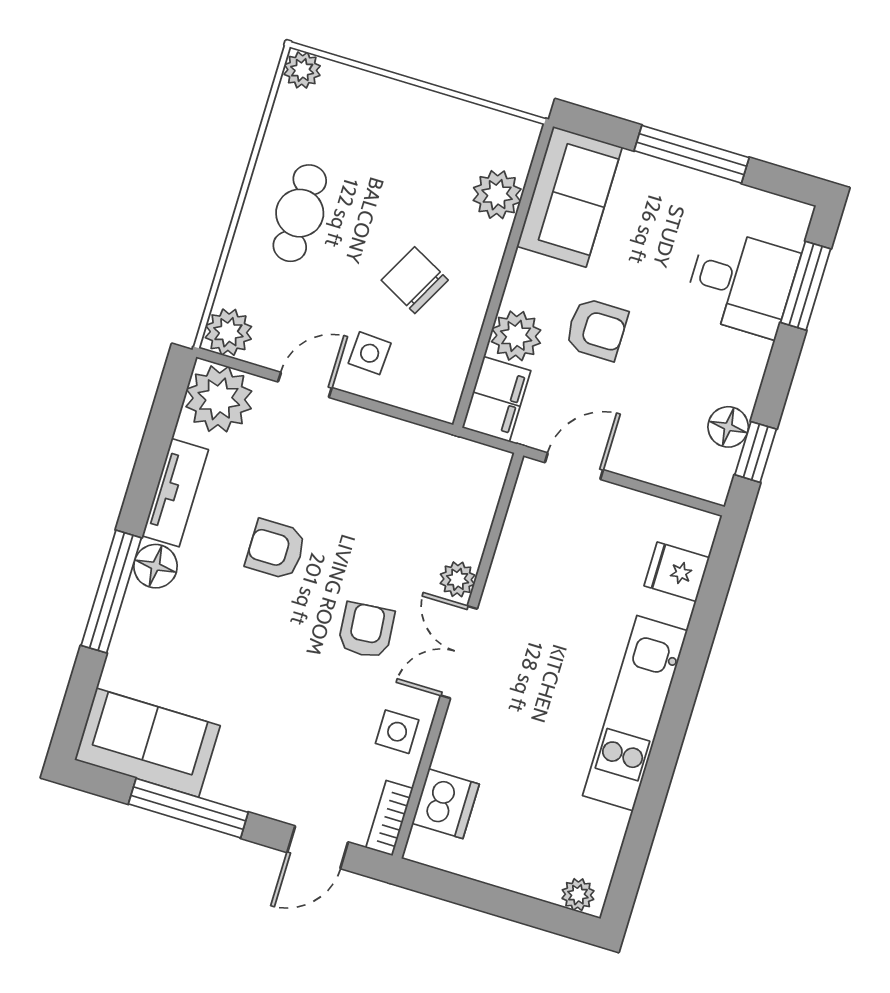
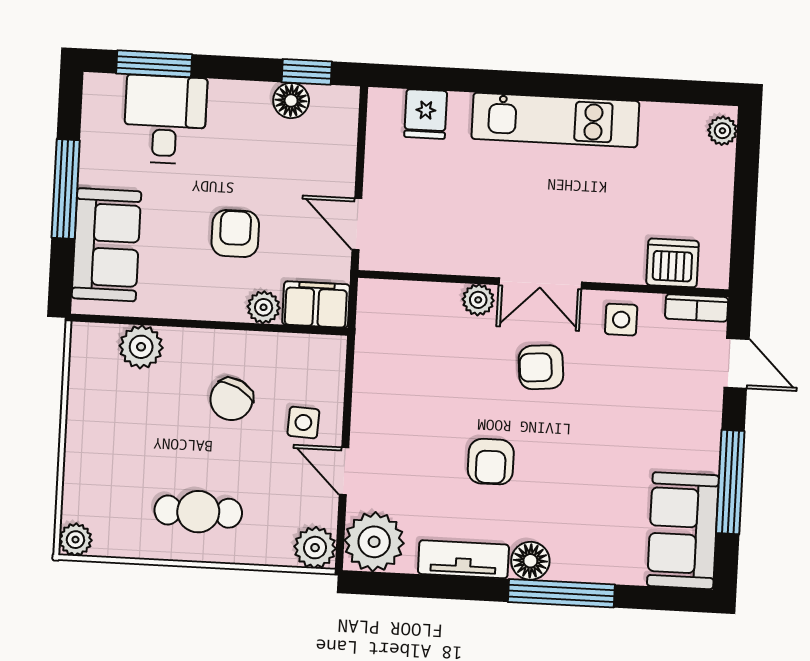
sofa: (569, 197) -> (106, 245), moved, turned 90
plant: (516, 336) -> (264, 307), width x0.73, depth x0.73

